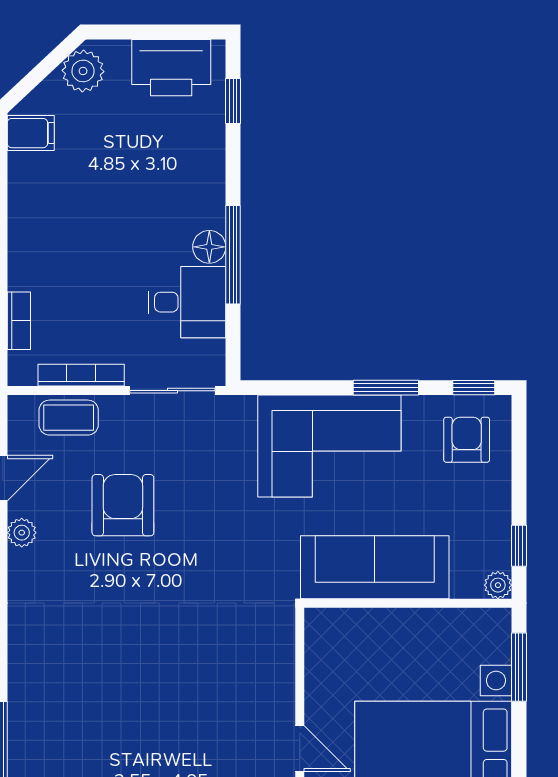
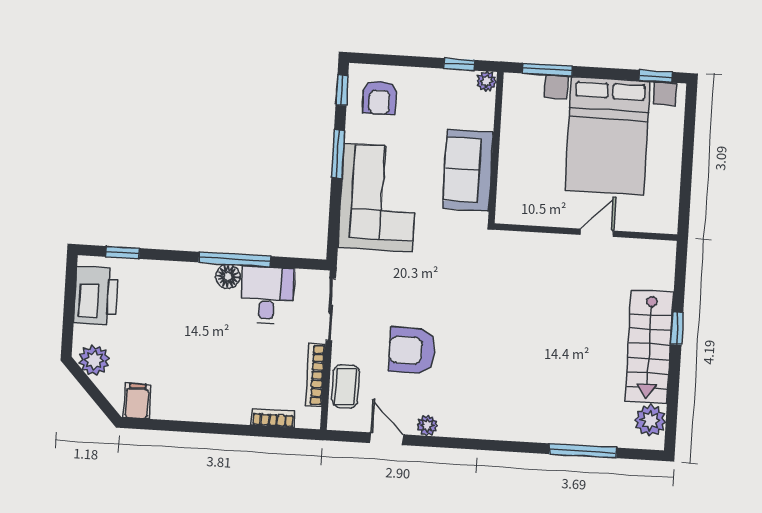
armchair: (467, 440) -> (380, 98), turned -90
sofa: (375, 567) -> (468, 170), width x0.73

